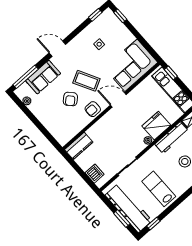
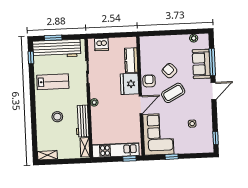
window: (120, 16) -> (172, 157), moved
window: (26, 77) -> (212, 62), moved
fridge: (156, 126) -> (130, 84), moved, turned 180
kitchen counter: (79, 146) -> (131, 60), moved

